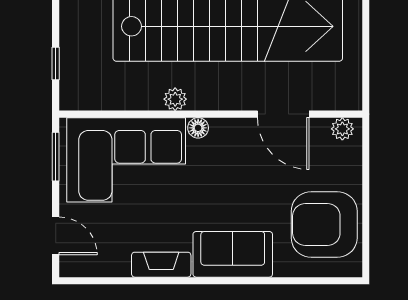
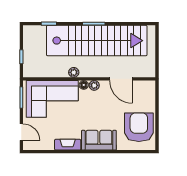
plant: (342, 129) -> (94, 85), moved
armchair: (324, 224) -> (139, 127), turned 90

